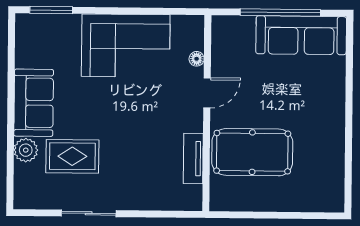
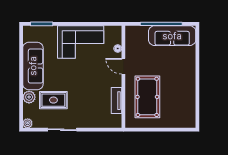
door: (207, 93) -> (123, 66), swing flipped
sofa: (34, 103) -> (33, 66), width x1.36
pool table: (252, 152) -> (147, 97), turned 90
plant: (22, 200) -> (28, 123), added

